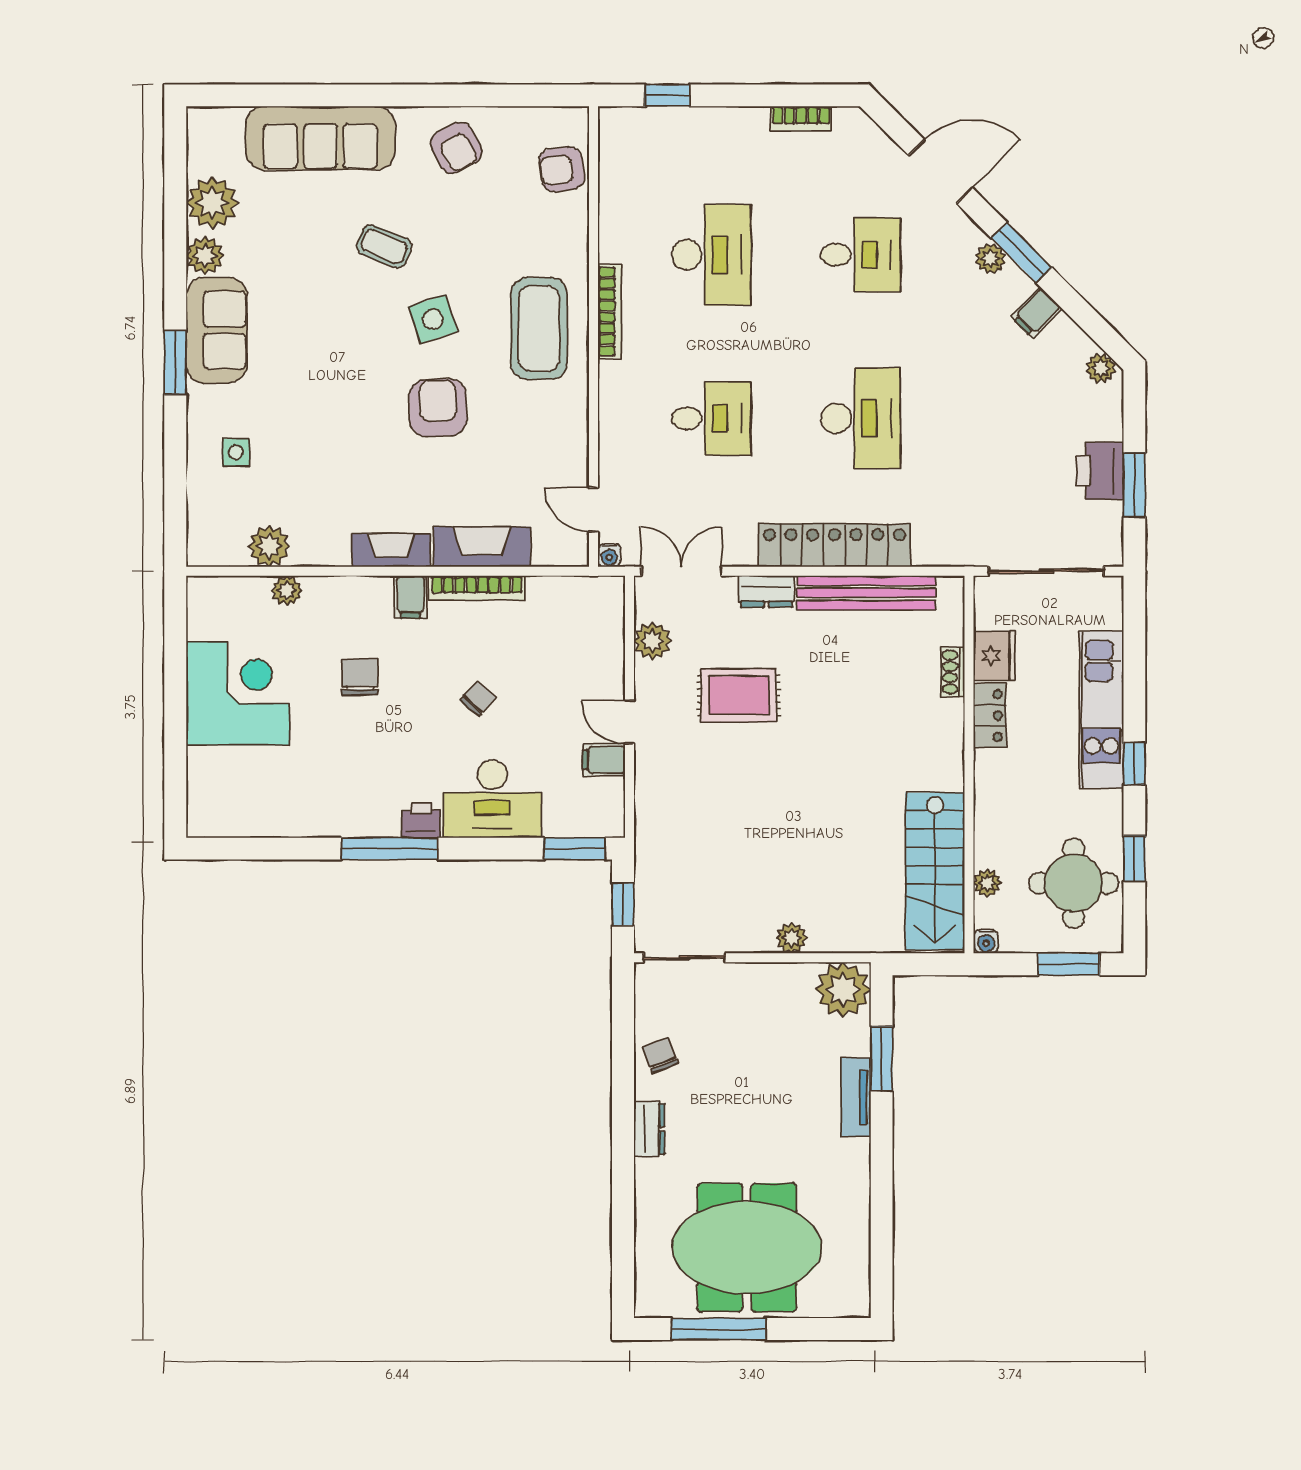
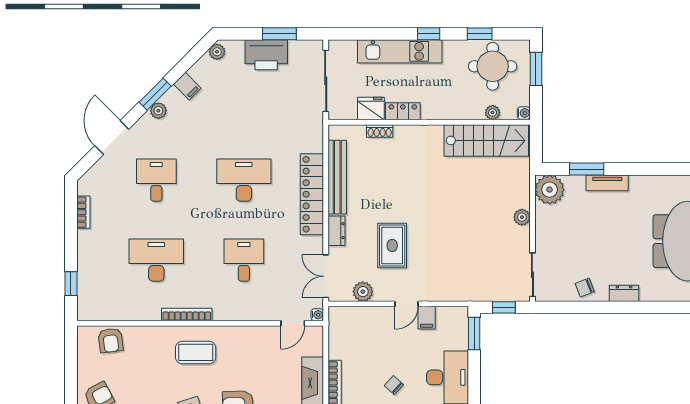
coffee table: (539, 328) -> (196, 352), width x0.73, depth x0.76
printer: (1100, 471) -> (266, 55), width x1.37, depth x1.19

